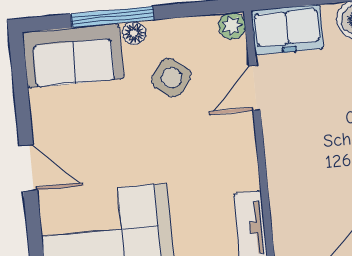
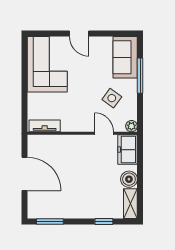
floor lamp: (134, 33) -> (132, 84), removed
door: (28, 168) -> (79, 34), hinge flipped

